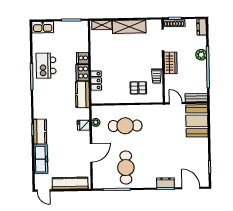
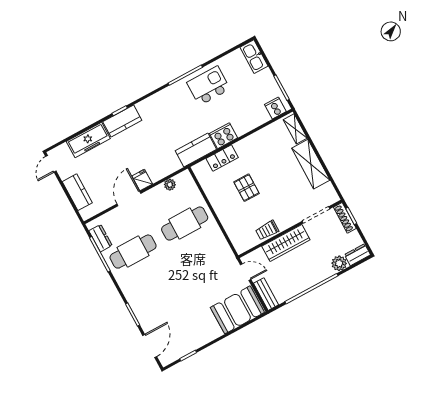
plant: (201, 55) -> (339, 263), moved
cooker: (83, 58) -> (275, 108), moved
wardrobe: (171, 63) -> (286, 243), width x1.50
pallet: (138, 88) -> (247, 188), moved
door: (176, 103) -> (246, 272), hinge flipped
fridge: (84, 125) -> (142, 180), moved
cafe table: (125, 126) -> (185, 224), turned 90
door: (91, 153) -> (129, 199), swing flipped
kitchen counter: (70, 183) -> (77, 192), width x0.67
dresser: (165, 183) -> (101, 238), moved

